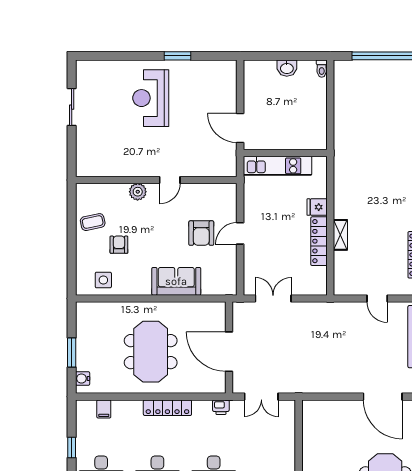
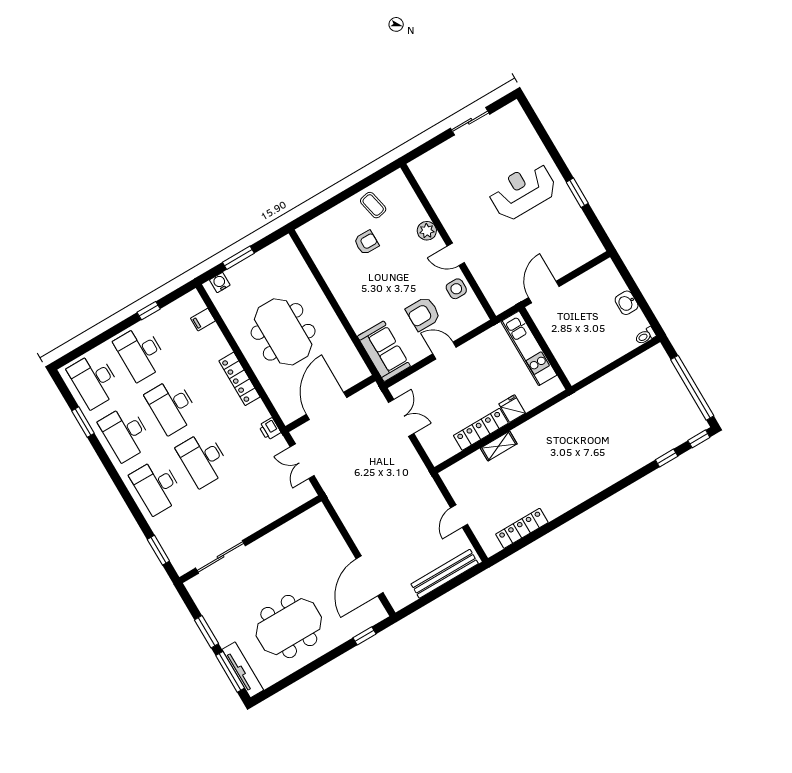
side table: (103, 280) -> (456, 289), moved
sofa: (176, 281) -> (384, 351), moved
meeting table: (151, 352) -> (283, 332), turned 90

